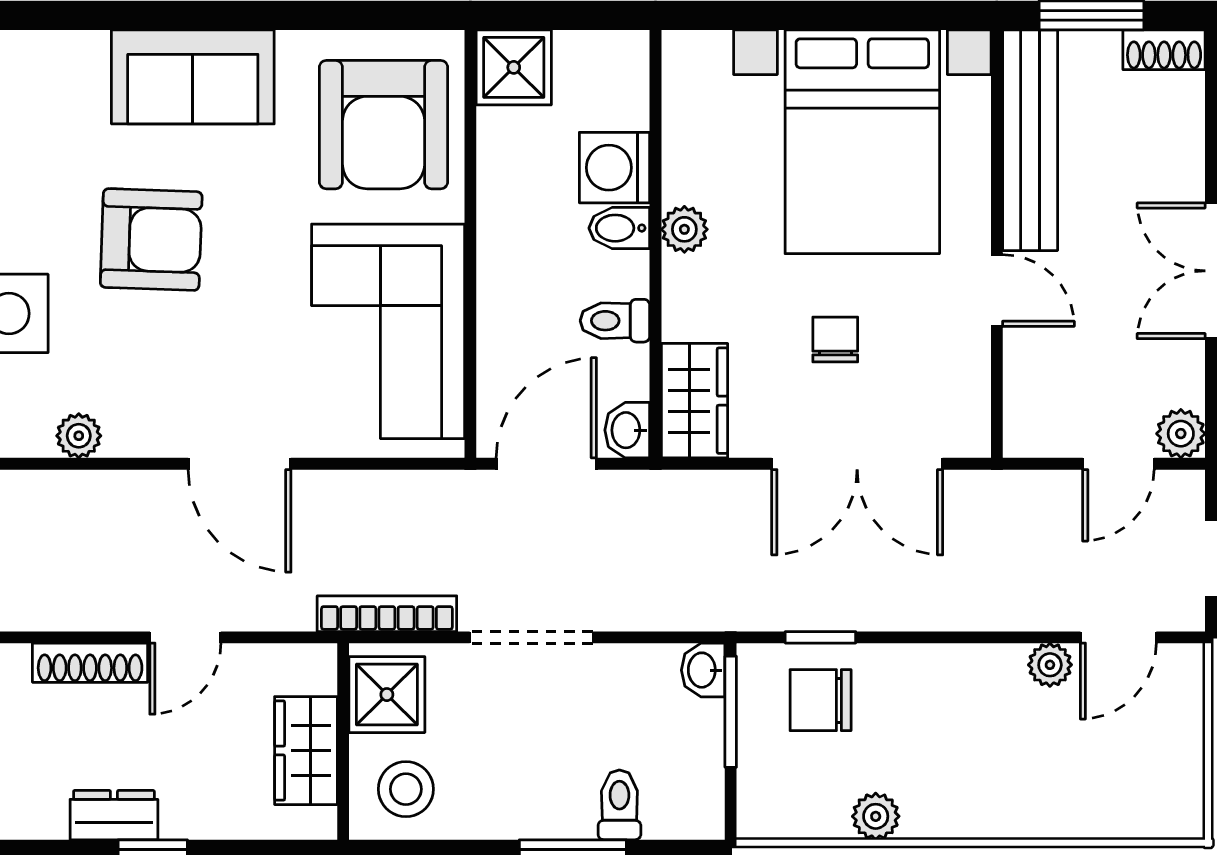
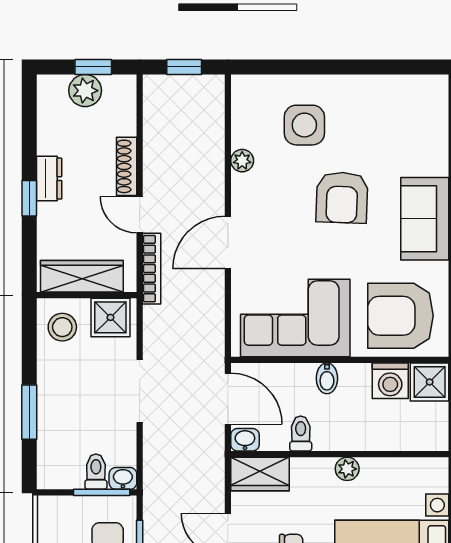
washing machine: (614, 168) -> (390, 381), moved, turned 180
bidet: (619, 228) -> (327, 378), moved, turned 180
bookcase: (387, 614) -> (152, 269), moved
wardrobe: (306, 751) -> (82, 276), width x1.50
toilet: (619, 805) -> (96, 472), moved, turned -90

